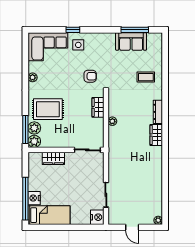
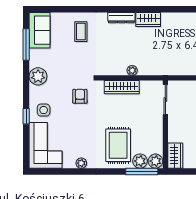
plant: (107, 40) -> (38, 76), added
sofa: (131, 41) -> (40, 30), moved
wardrobe: (98, 107) -> (122, 87), width x1.50
wardrobe: (53, 158) -> (175, 156), moved

